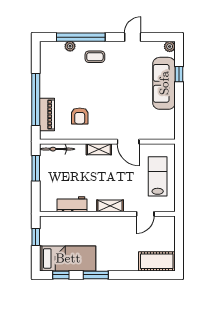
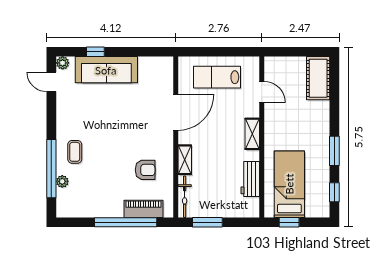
door: (133, 37) -> (51, 82), moved
door: (128, 142) -> (176, 112), width x1.36
shelving: (99, 149) -> (185, 160), moved
bed: (68, 258) -> (289, 184), moved

